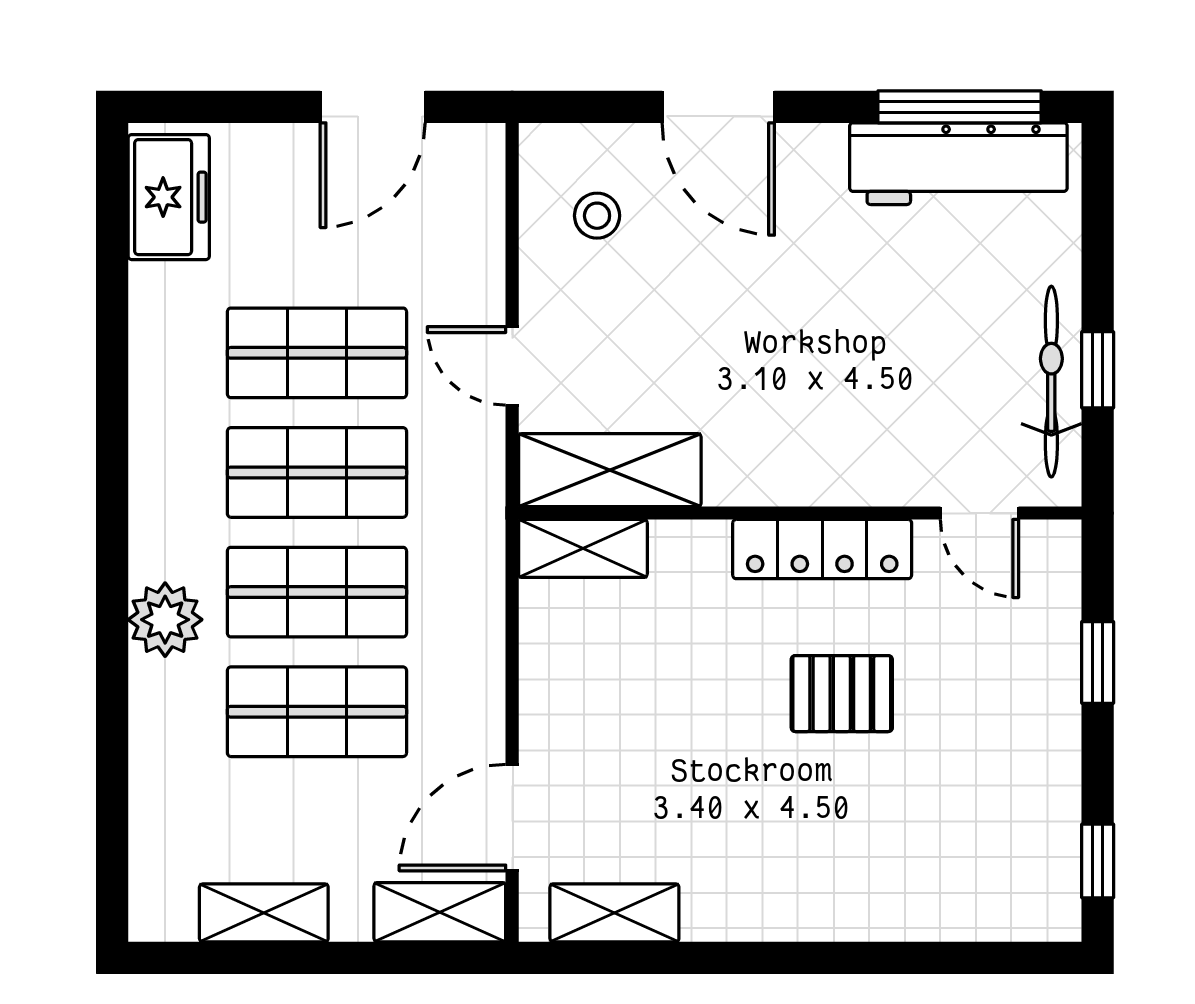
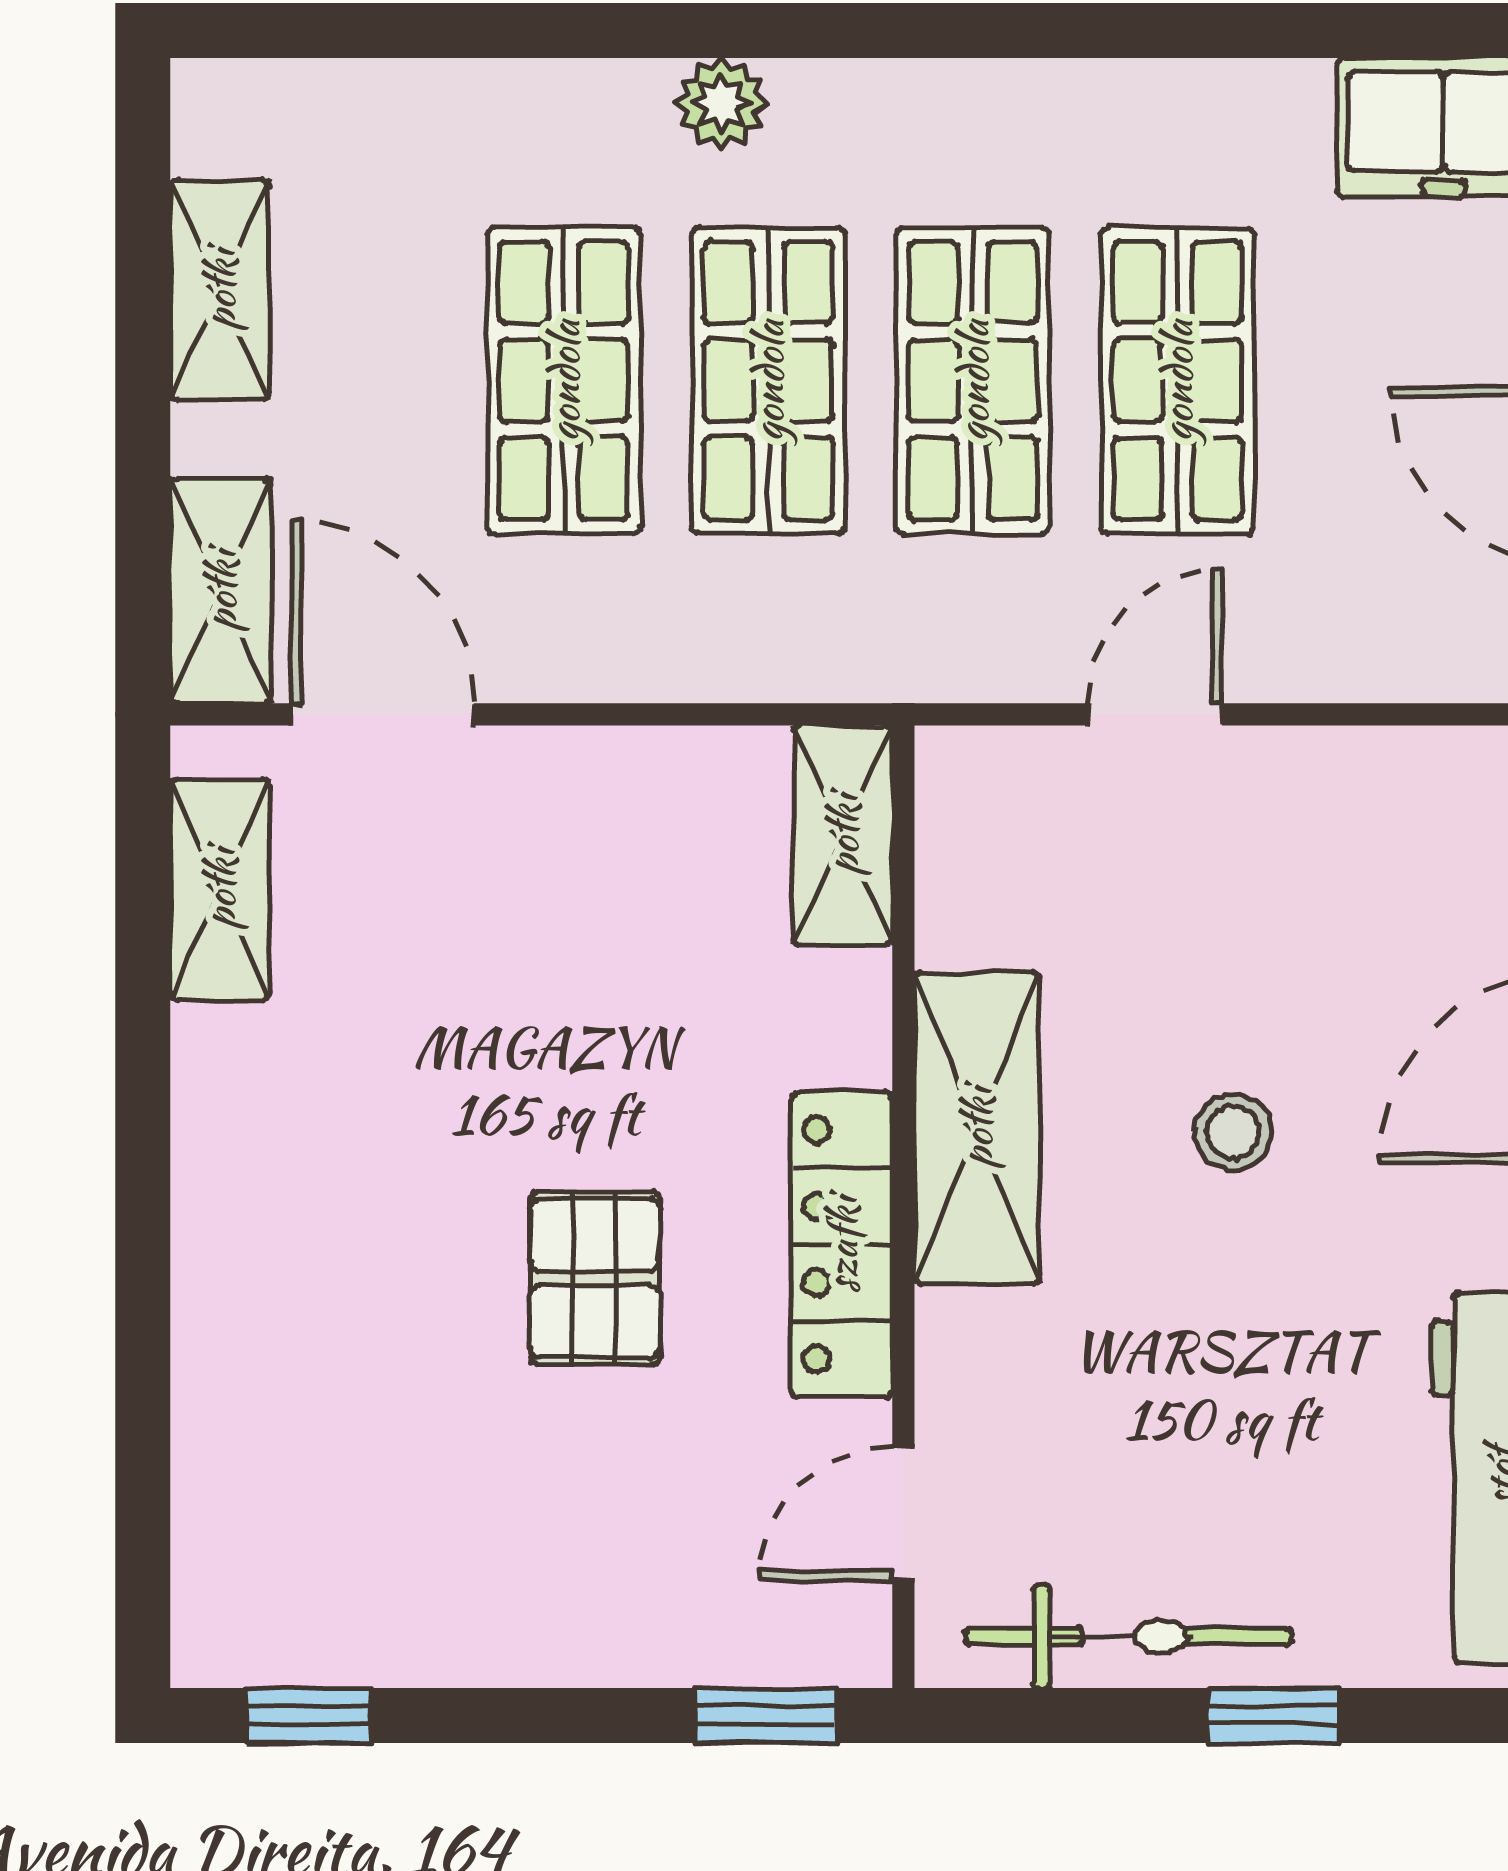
stool: (597, 216) -> (1233, 1132), moved
window: (1098, 370) -> (1274, 1716), moved
shelving: (610, 470) -> (977, 1128), moved
plant: (165, 620) -> (721, 104), width x0.73, depth x0.73
window: (1098, 662) -> (765, 1716), moved

